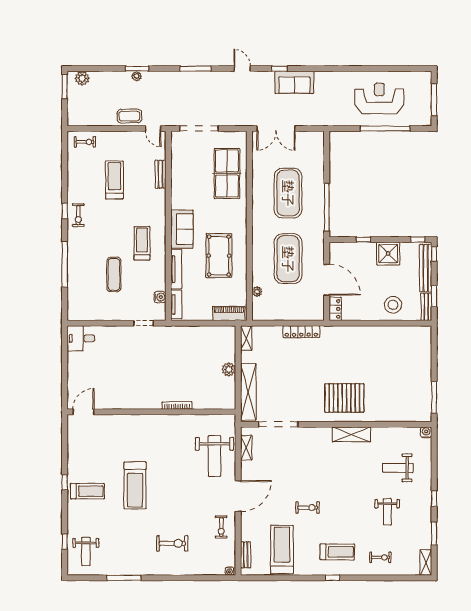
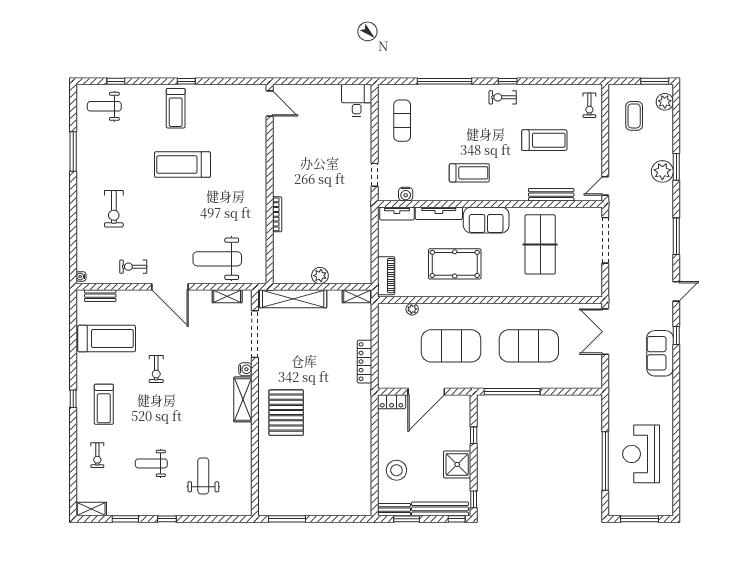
plant: (137, 76) -> (662, 171), width x1.88, depth x1.88
reception desk: (379, 98) -> (641, 454), turned 180
coffee table: (129, 116) -> (634, 116), moved
table tennis table: (227, 173) -> (540, 244), moved, turned 90
bench: (160, 174) -> (551, 195), width x1.36
exercise mat: (114, 274) -> (402, 121), moved, turned 90
water cooler: (426, 432) -> (245, 369), moved
shelving: (351, 434) -> (243, 399), moved

